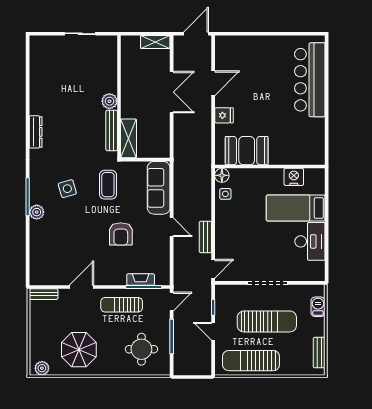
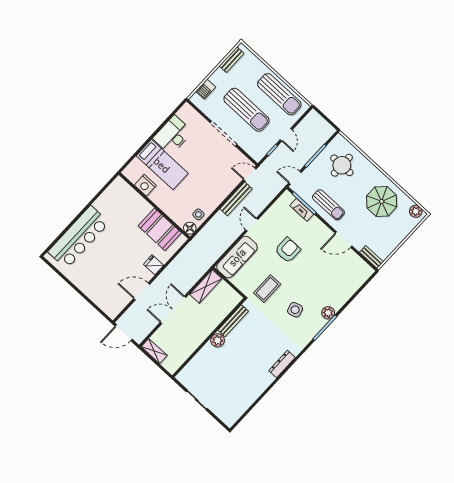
shelving: (128, 138) -> (206, 287), moved
bench: (205, 237) -> (236, 199), width x1.36
sun lounger: (267, 321) -> (247, 110), turned 180

